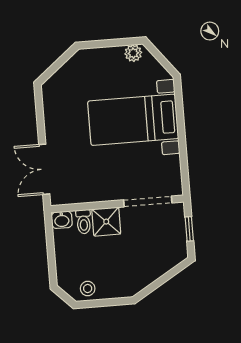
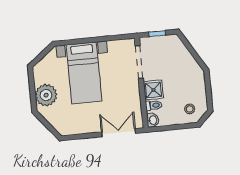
plant: (133, 53) -> (46, 95), moved, width x1.88, depth x1.88
double door: (44, 169) -> (119, 133), swing flipped
stool: (88, 289) -> (190, 109), moved

